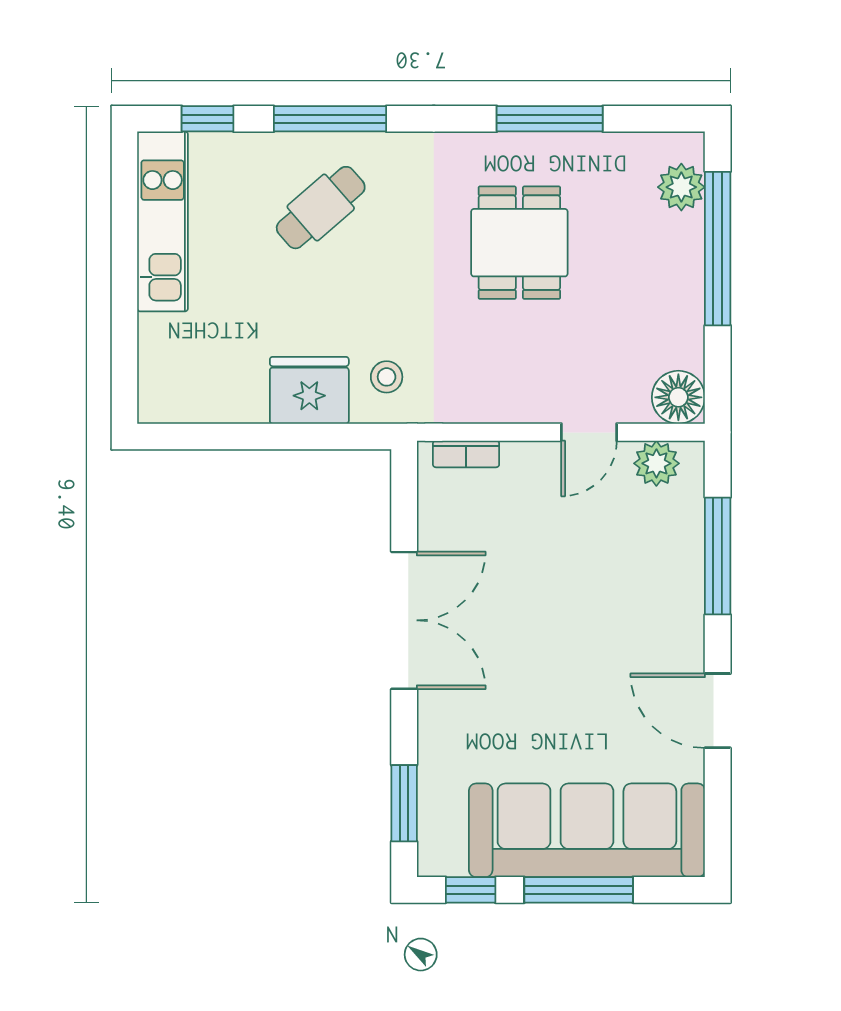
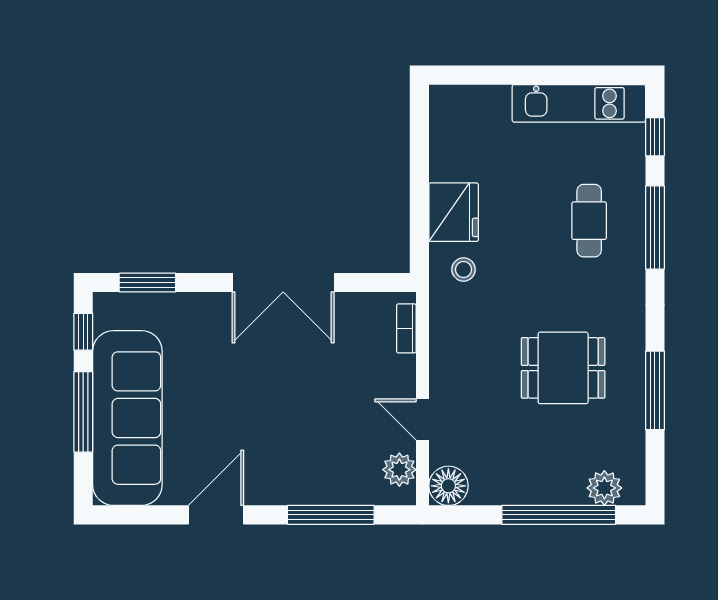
cafe table: (321, 208) -> (589, 221), turned 41

